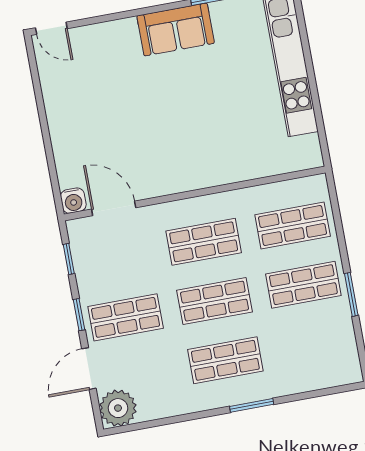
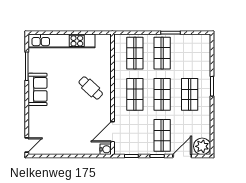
cafe table: (200, 144) -> (91, 88), added
door: (89, 369) -> (182, 156), swing flipped

